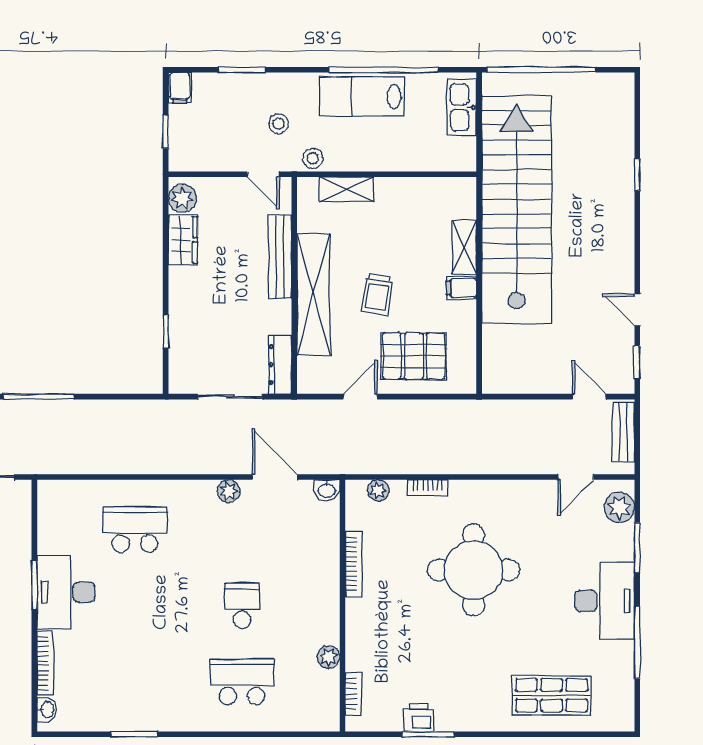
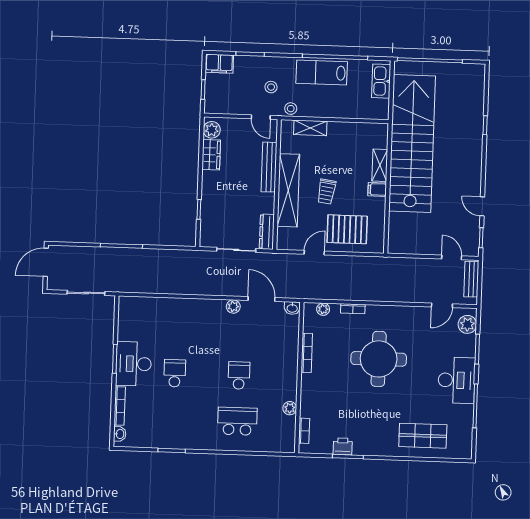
filing cabinet: (180, 88) -> (219, 64), width x2.00
school desk: (135, 529) -> (175, 373), moved, width x0.54

